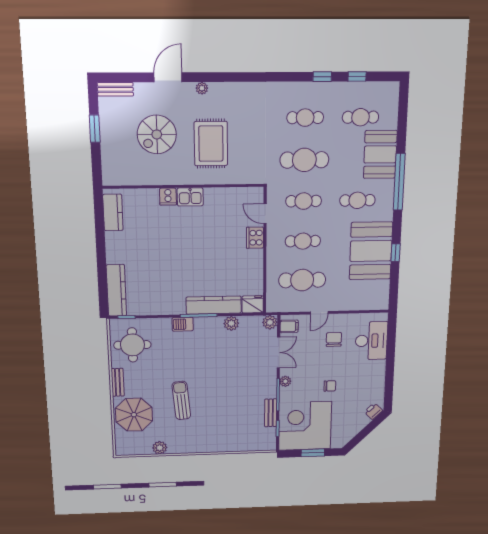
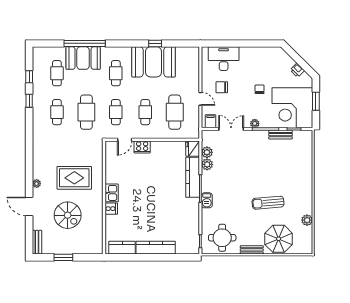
window: (399, 182) -> (85, 43), moved
kitchen counter: (116, 290) -> (156, 248), moved
plant: (270, 322) -> (207, 152), moved
printer: (373, 411) -> (297, 70), moved

